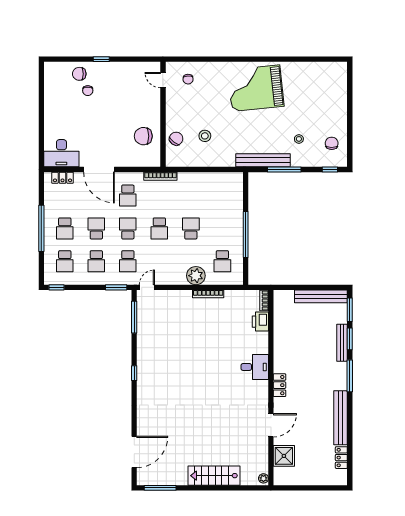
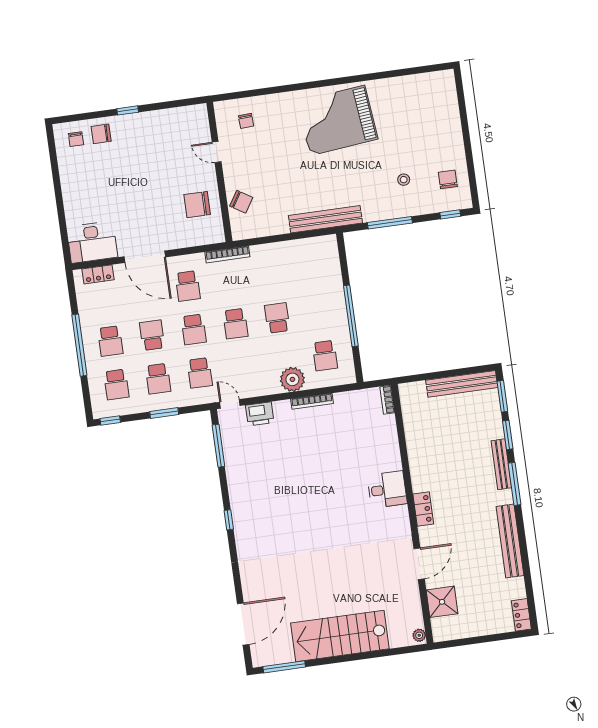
door: (163, 80) -> (217, 152), moved
chair: (88, 91) -> (76, 139), moved
stool: (205, 136) -> (279, 193), removed
chair: (176, 139) -> (241, 202), turned 84
bench: (263, 160) -> (325, 219), moved
school desk: (128, 228) -> (194, 329), turned 180
window: (116, 287) -> (164, 413), moved
door: (147, 287) -> (230, 404), hinge flipped
printer: (260, 322) -> (260, 414), moved, turned -90
bench: (342, 343) -> (501, 464), moved
locker: (341, 458) -> (521, 615), moved
stairs: (214, 476) -> (340, 636), width x1.36, depth x1.51

